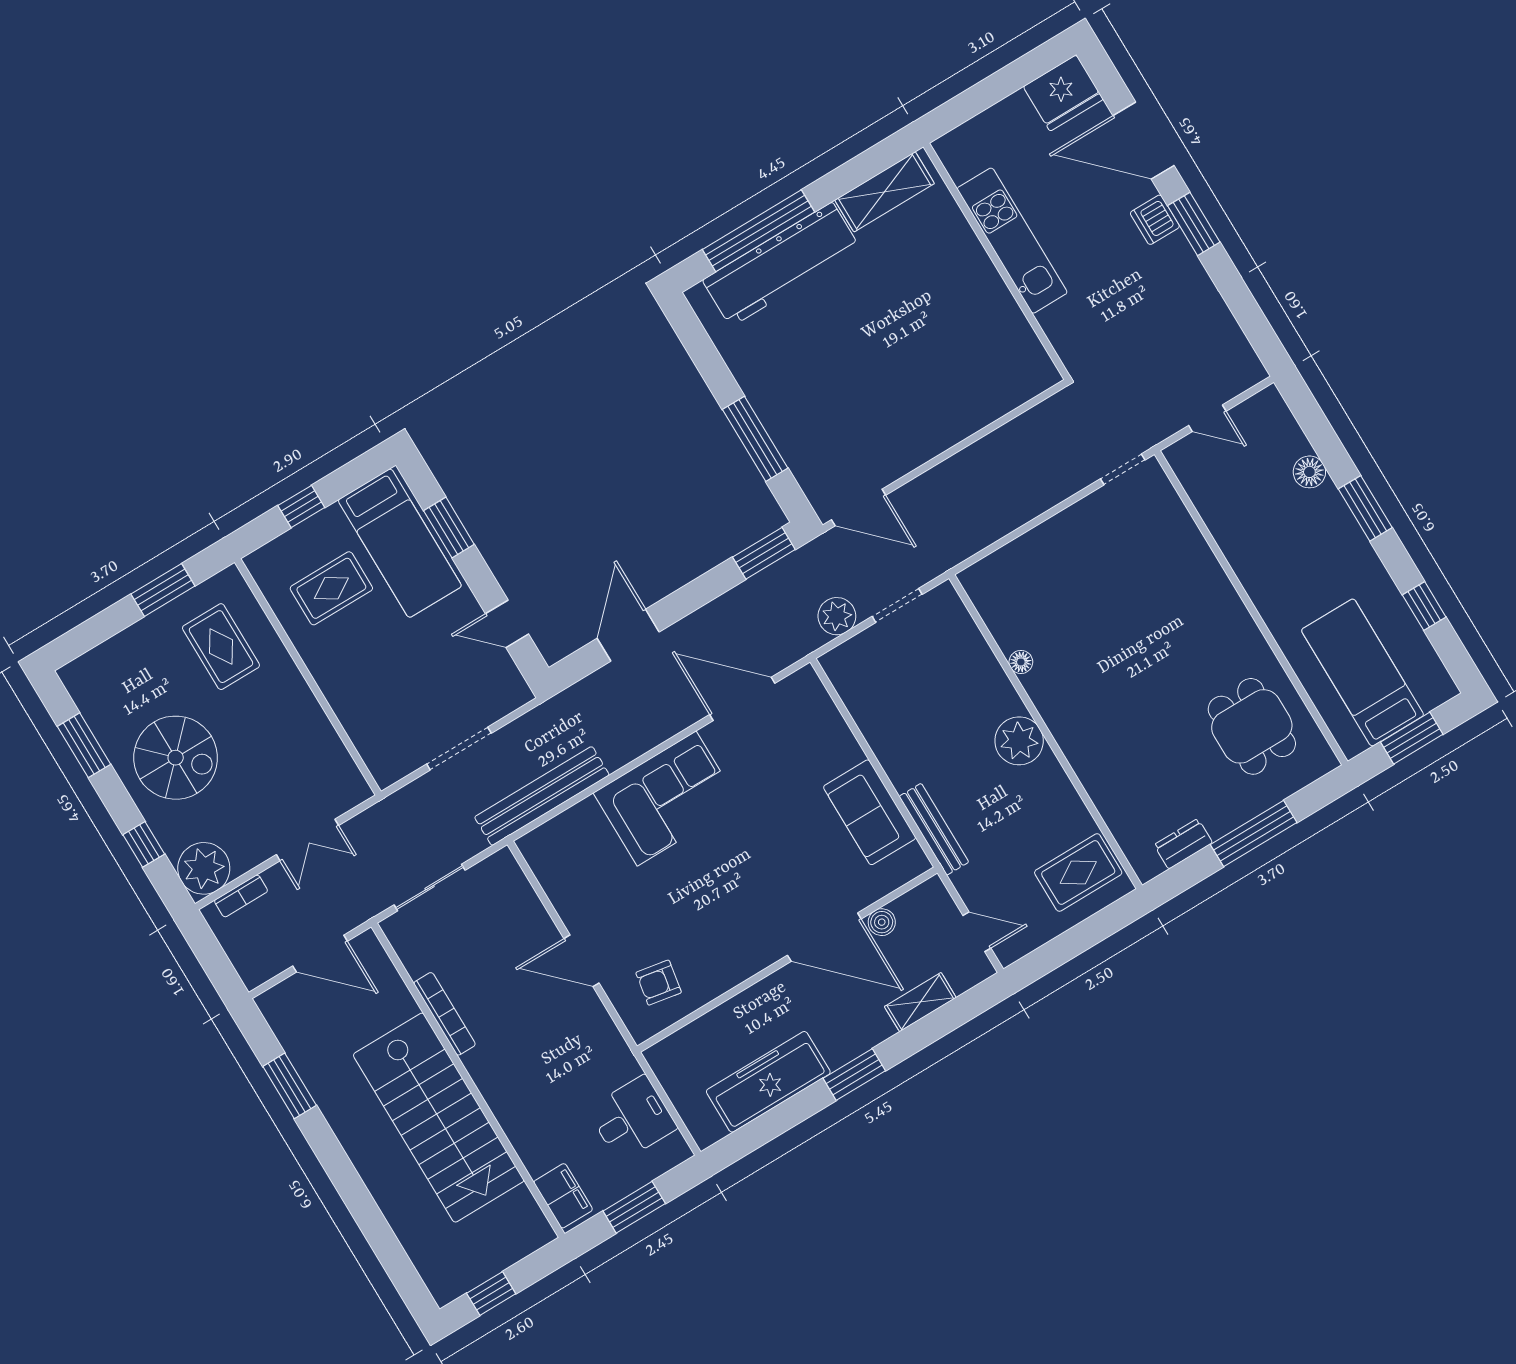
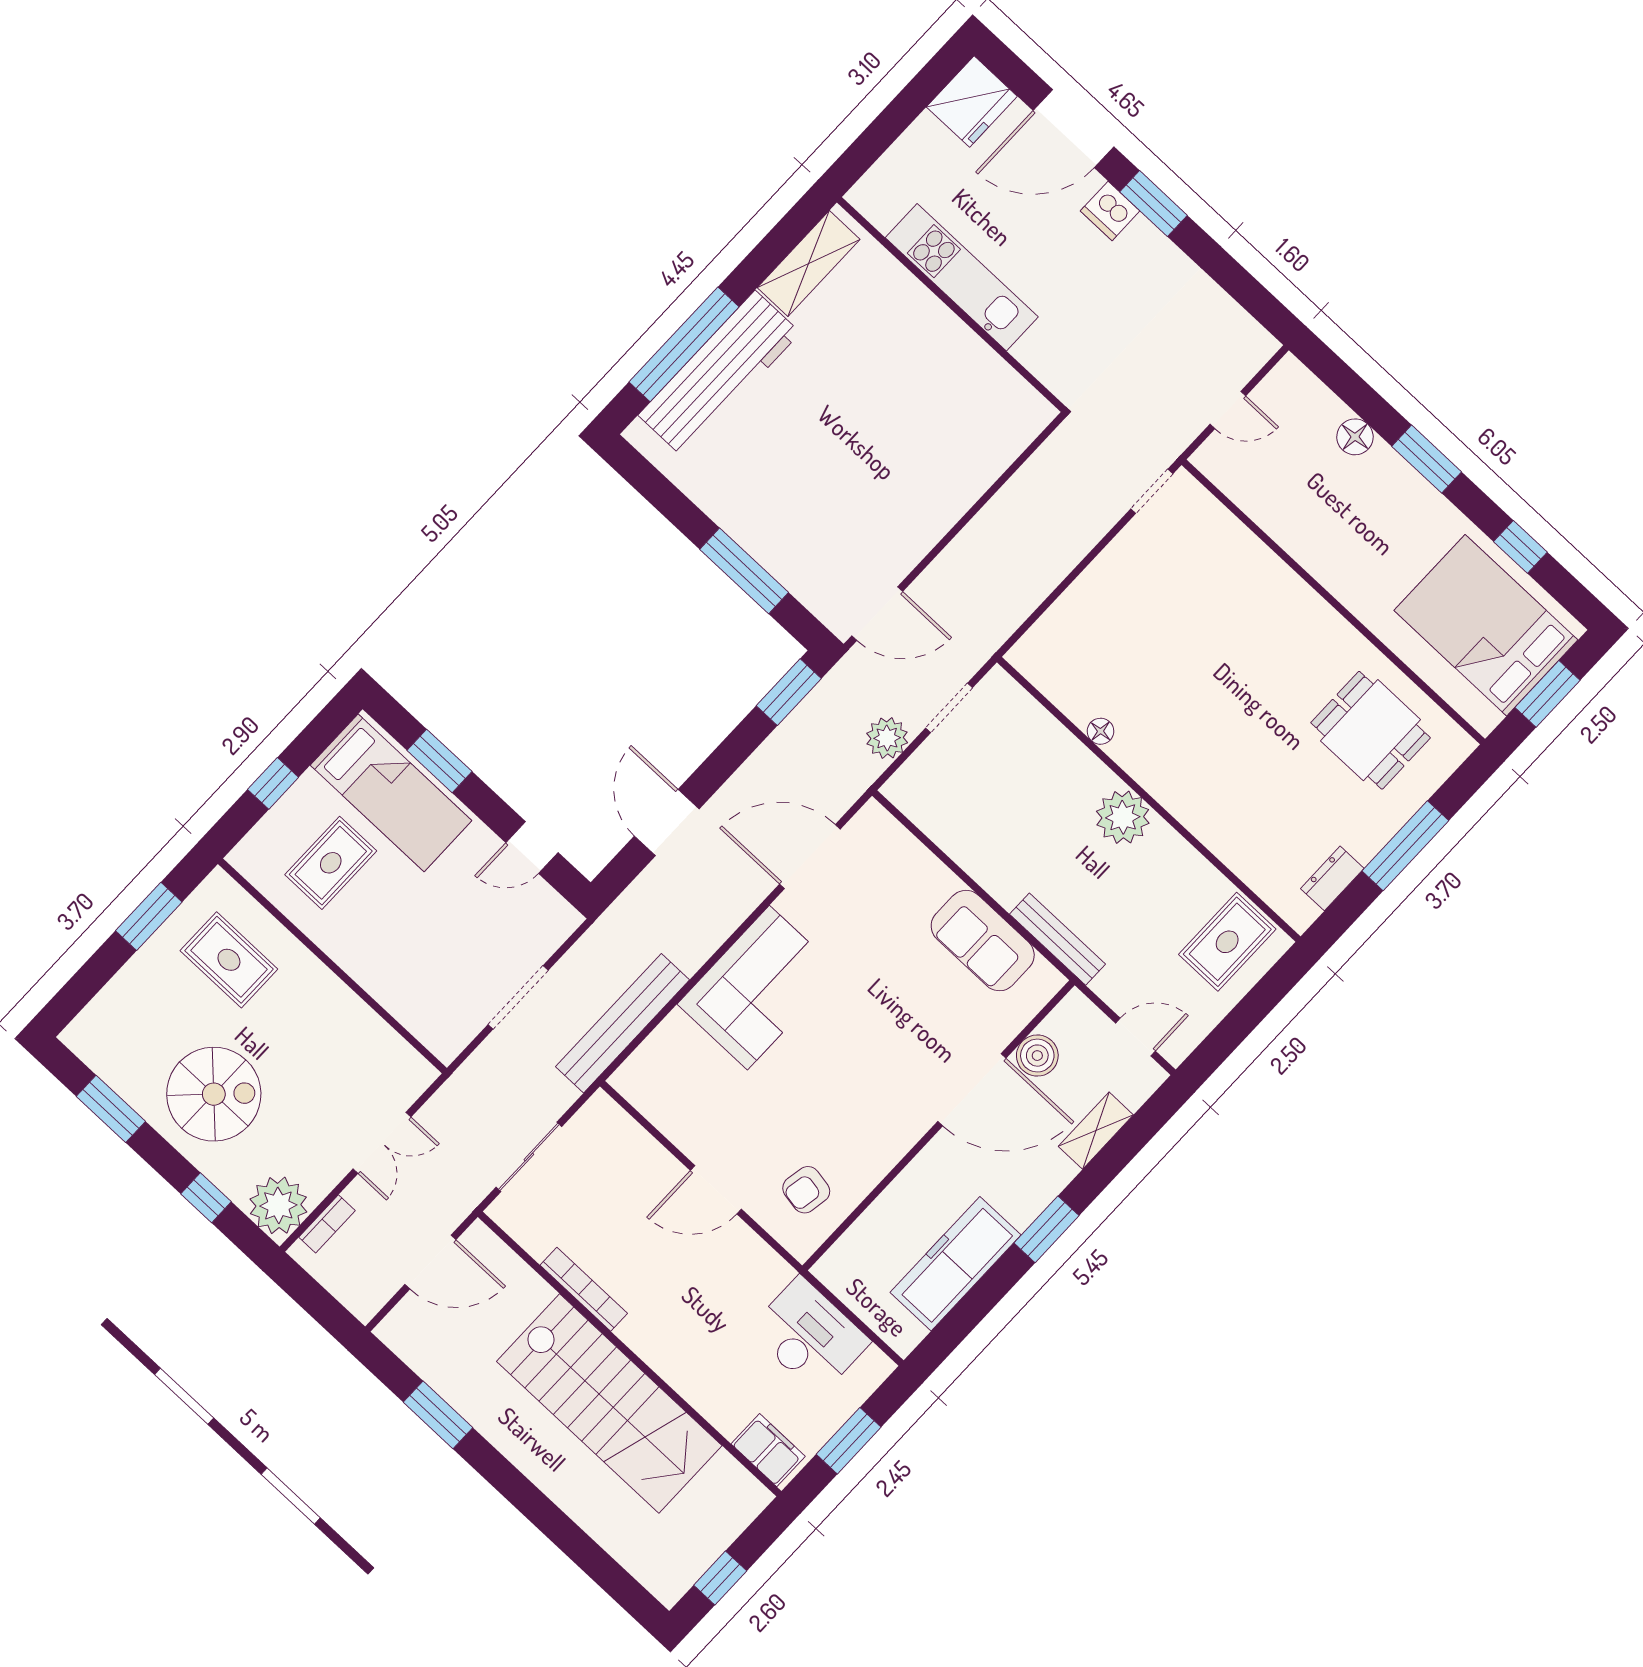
bed: (1363, 673) -> (1486, 625), width x1.50
boiler: (882, 922) -> (1037, 1056), width x1.36, depth x1.36
desk: (632, 1119) -> (809, 1336), width x1.37

